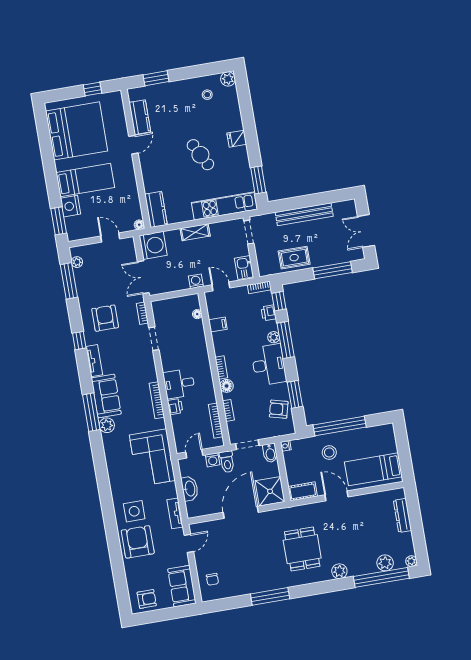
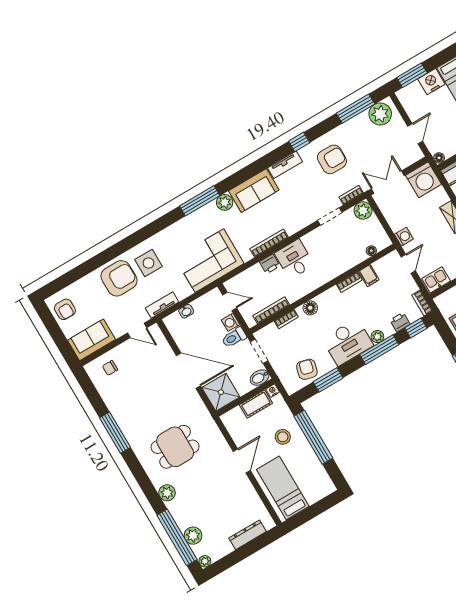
plant: (77, 262) -> (380, 114), width x1.88, depth x1.88
plant: (160, 308) -> (363, 210), added
bookcase: (221, 368) -> (349, 282), moved
window: (91, 412) -> (200, 201), moved
washbasin: (190, 489) -> (186, 311), width x0.52, depth x0.69
cot: (303, 491) -> (256, 404), moved, turned 90

